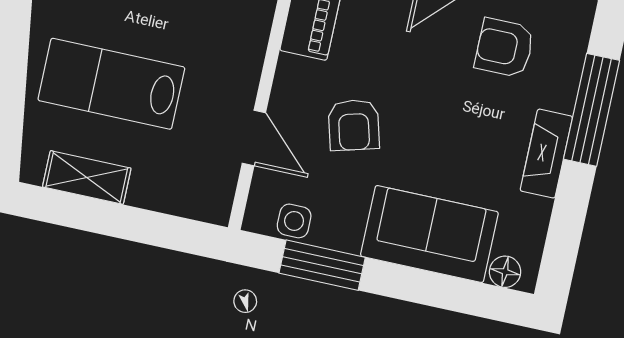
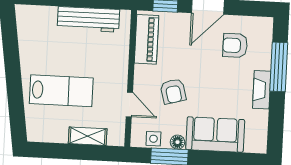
lab bench: (111, 84) -> (61, 91), turned 180
shelving: (87, 178) -> (88, 136), moved
floor lamp: (505, 272) -> (177, 142), moved

